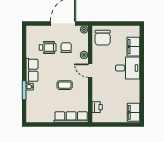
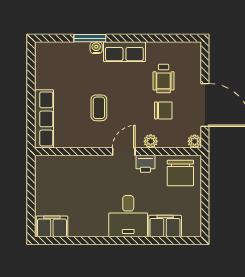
chair: (103, 38) -> (180, 173), turned -90
printer: (97, 107) -> (145, 164), moved

